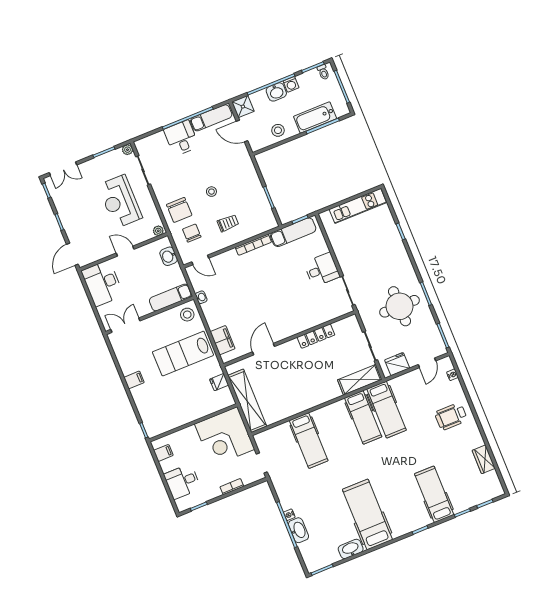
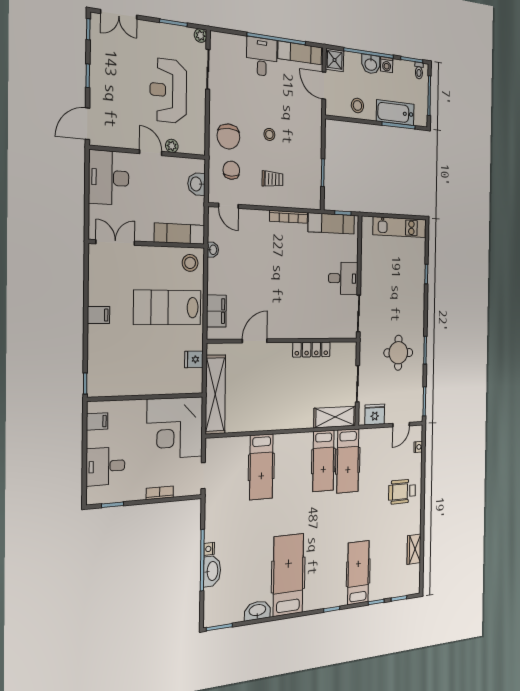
plant: (158, 231) -> (172, 146), moved
round table: (400, 306) -> (398, 353), width x0.73, depth x0.73

